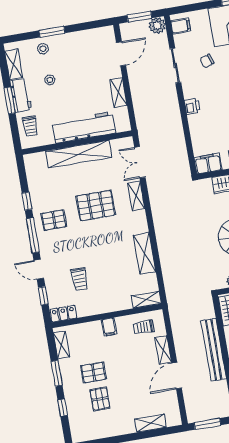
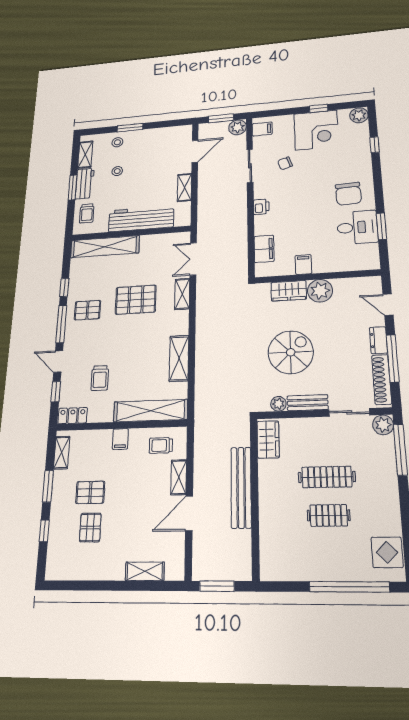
shelving: (79, 154) -> (105, 247), moved
filing cabinet: (208, 164) -> (264, 249), moved, turned 90
shelving: (146, 300) -> (150, 411), width x2.20, depth x1.33

